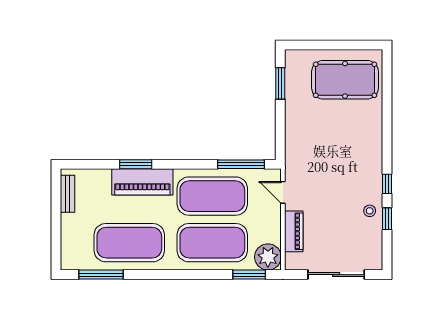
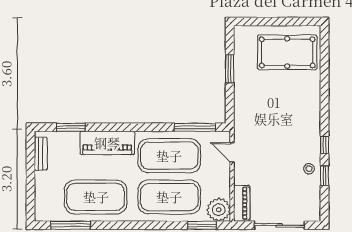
window: (280, 83) -> (230, 69), moved
window: (136, 164) -> (71, 127), moved
piano: (294, 231) -> (242, 203), moved

